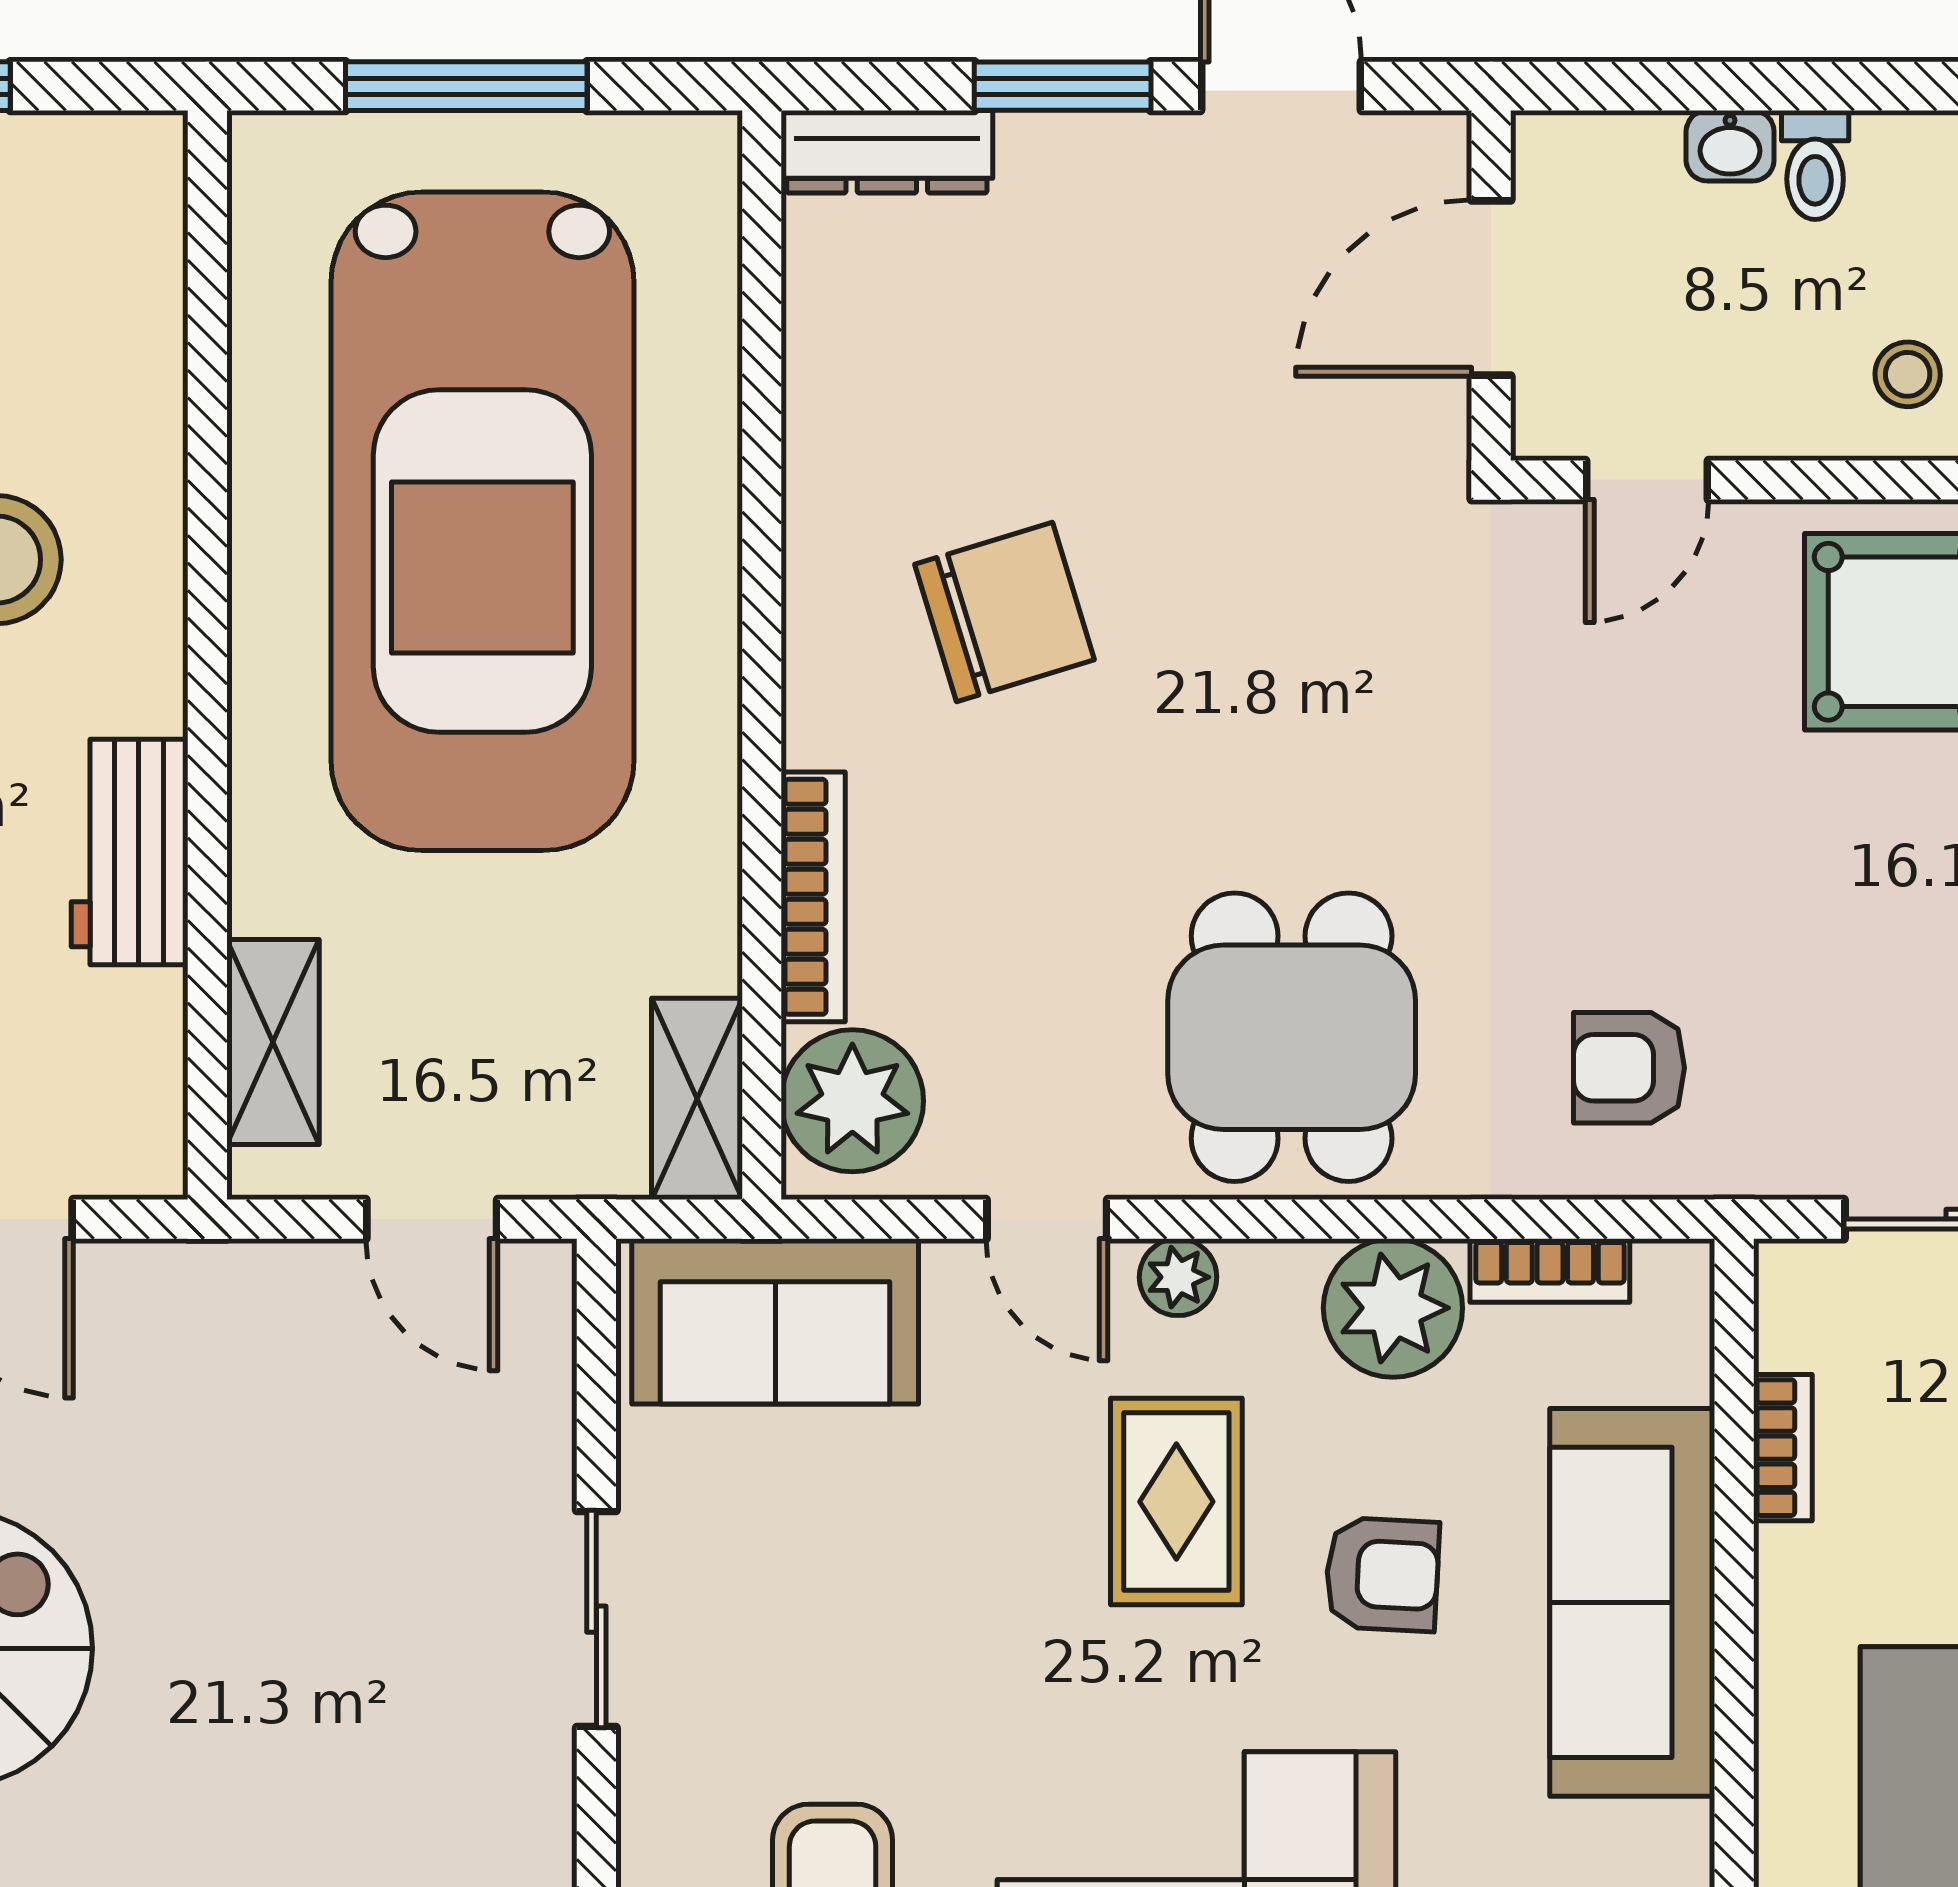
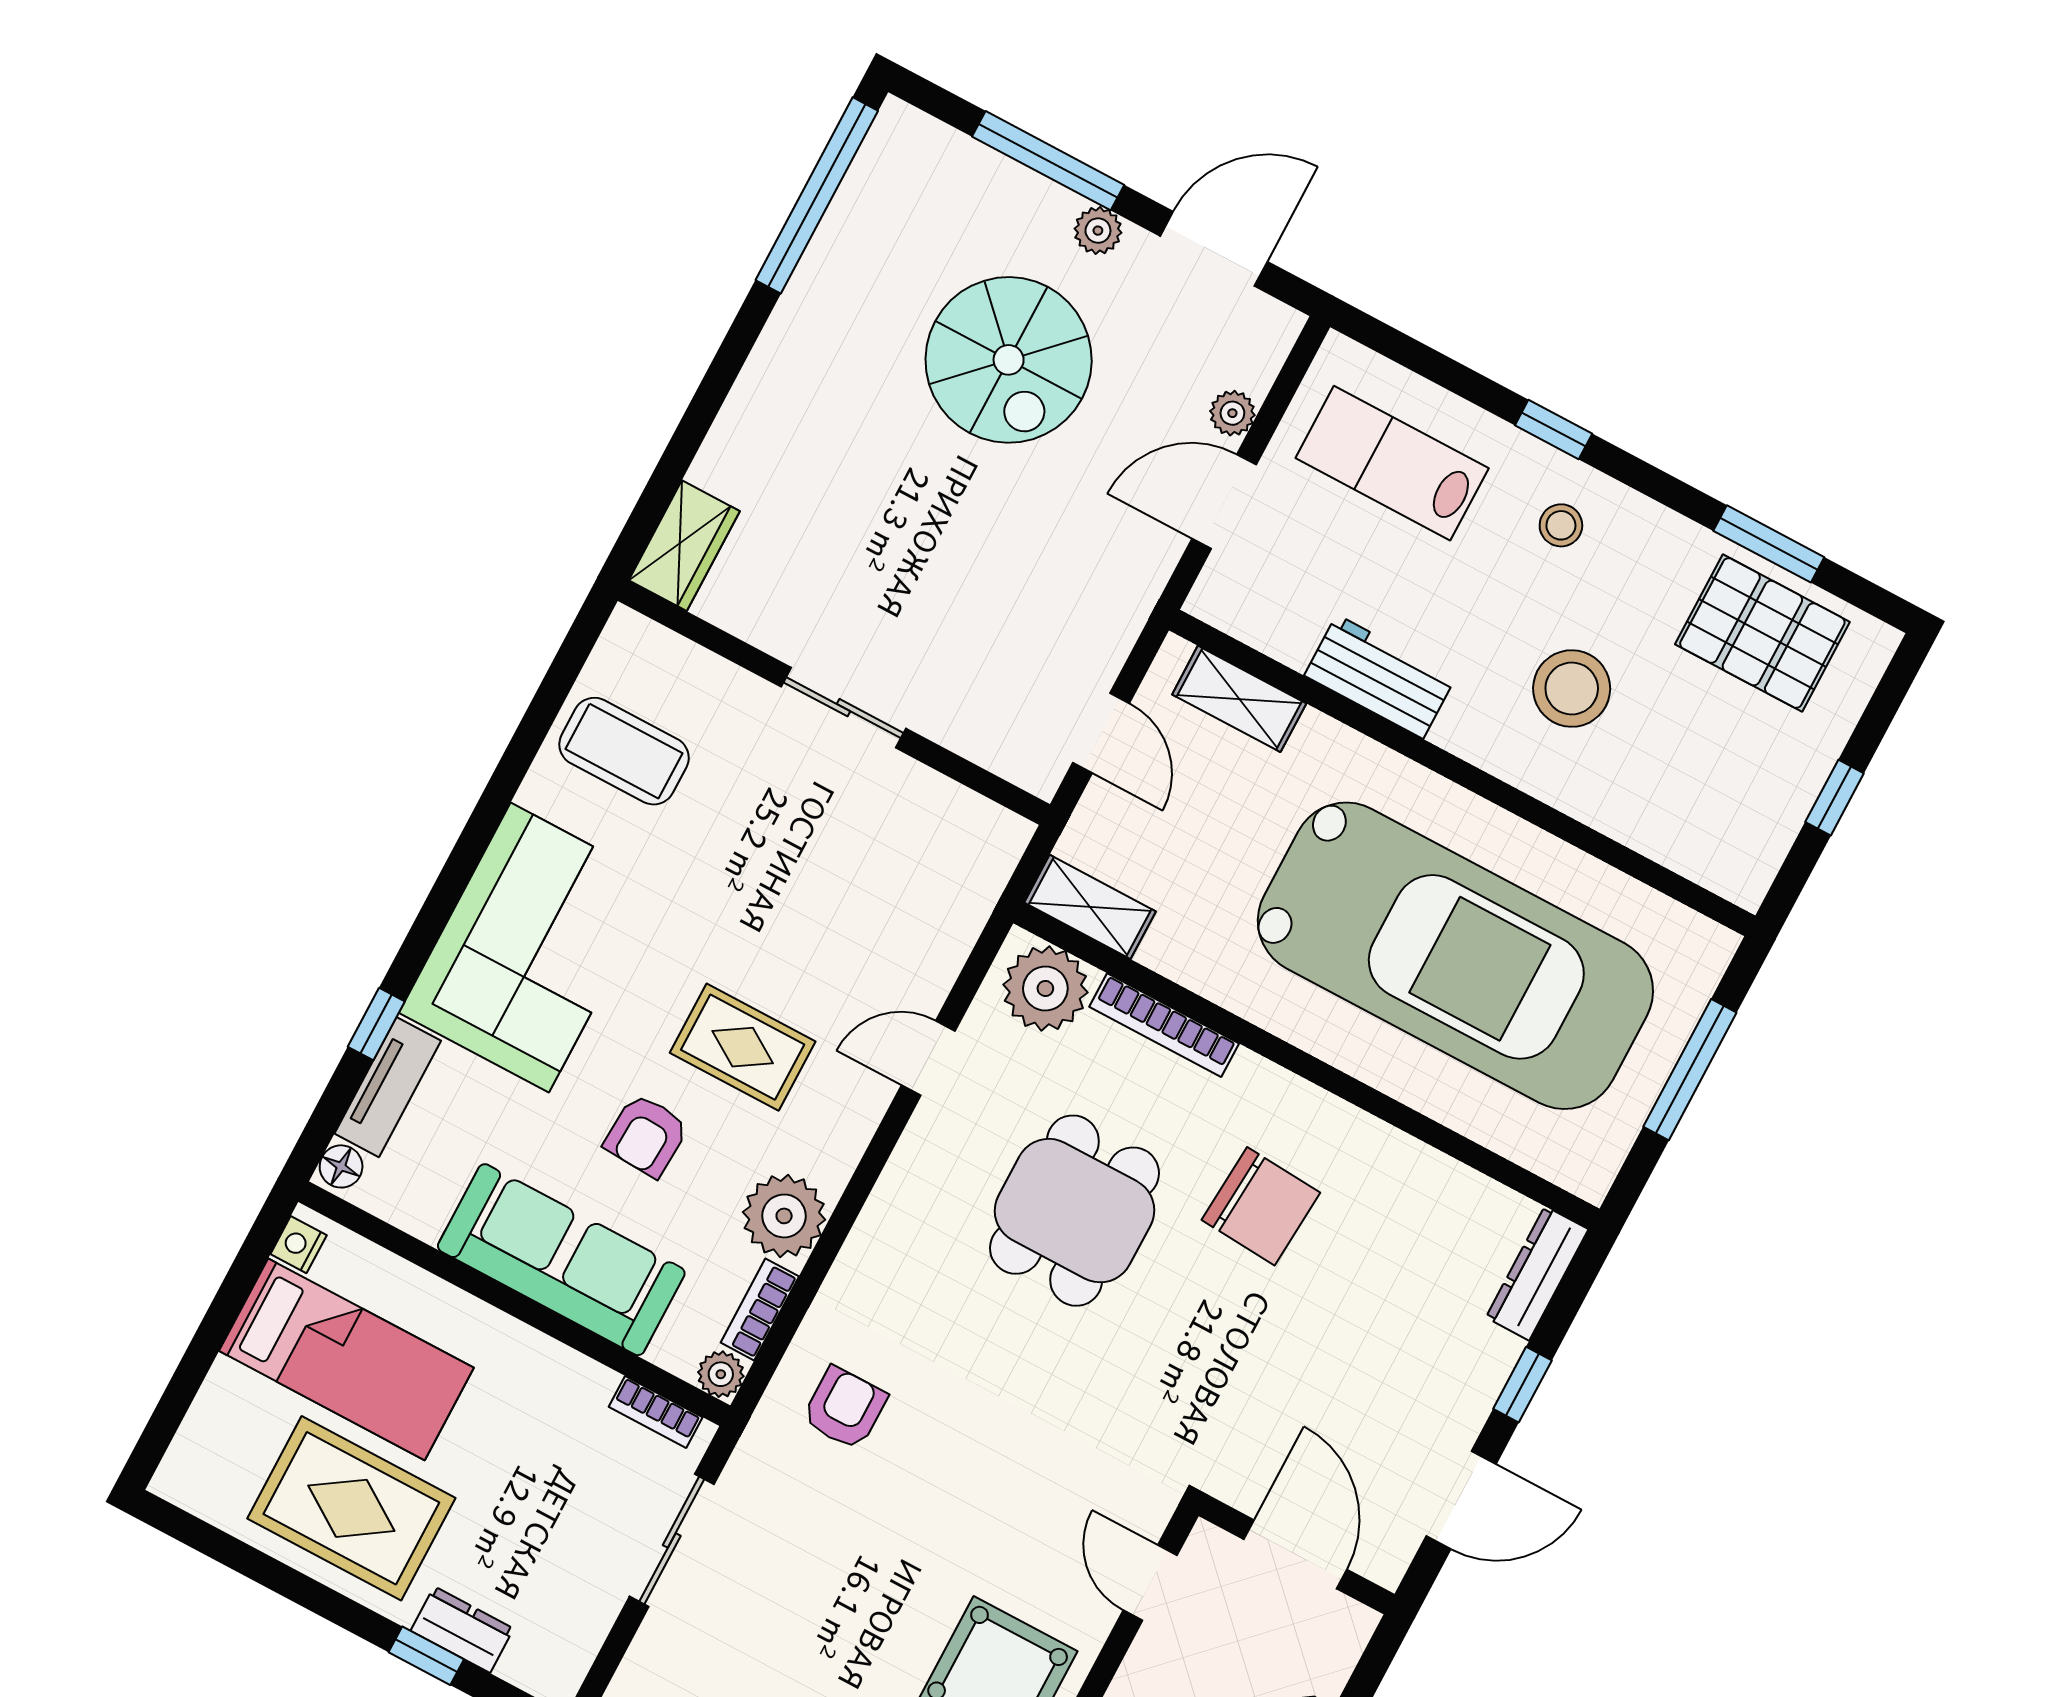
window: (1063, 86) -> (1522, 1385), width x0.67
car: (482, 521) -> (1455, 956), turned 180
chair: (1005, 612) -> (1261, 1206), turned -69
dining table: (1292, 1037) -> (1074, 1211), moved, turned 90
door: (432, 1219) -> (1101, 733), swing flipped
plant: (1178, 1277) -> (721, 1374), moved
sofa: (775, 1321) -> (951, 886), removed
bookcase: (1783, 1448) -> (656, 1412), moved

